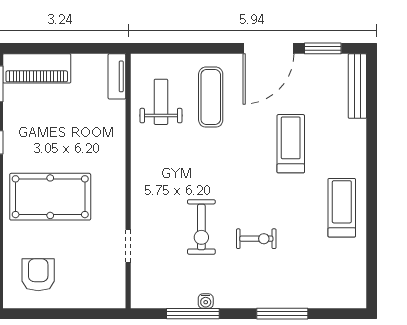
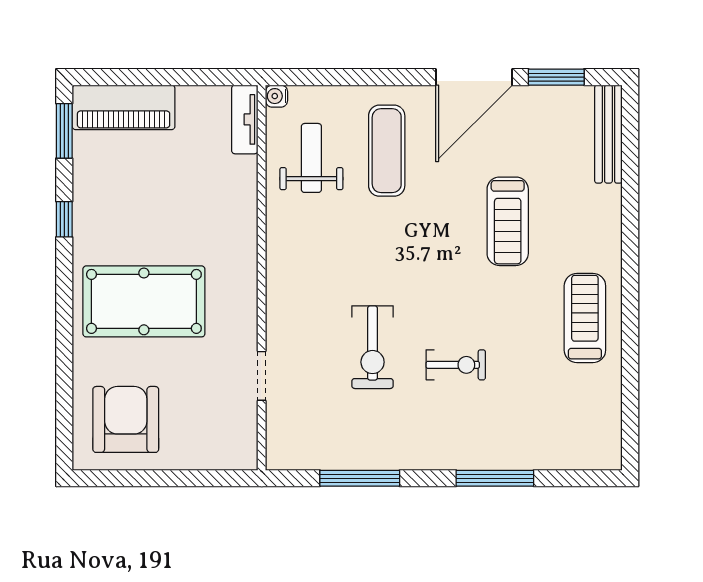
treadmill: (291, 144) -> (508, 221), turned 180
armchair: (38, 275) -> (126, 419), width x1.36, depth x1.36
water cooler: (206, 301) -> (277, 96), moved, turned 90

